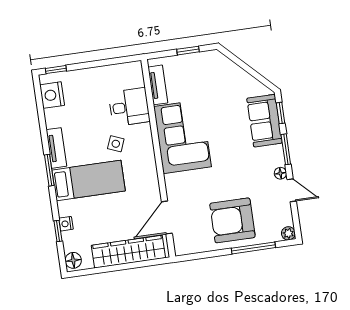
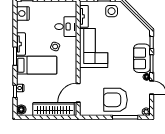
side table: (204, 69) -> (112, 11), added
sofa: (264, 121) -> (142, 58), moved

